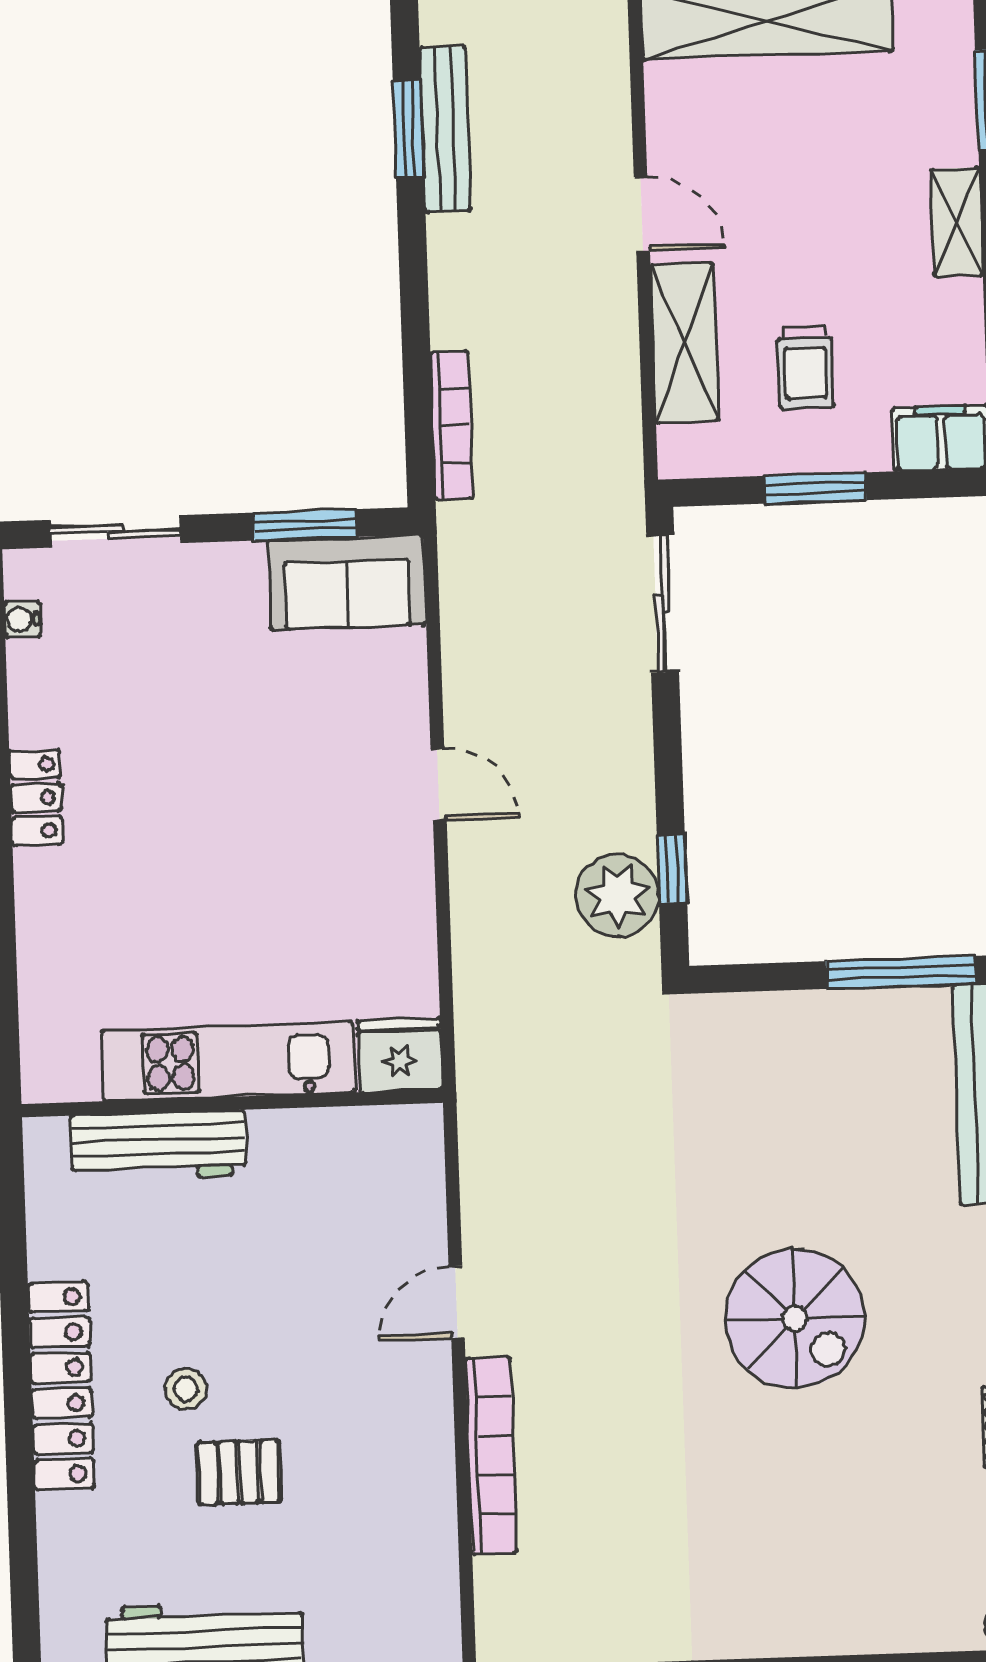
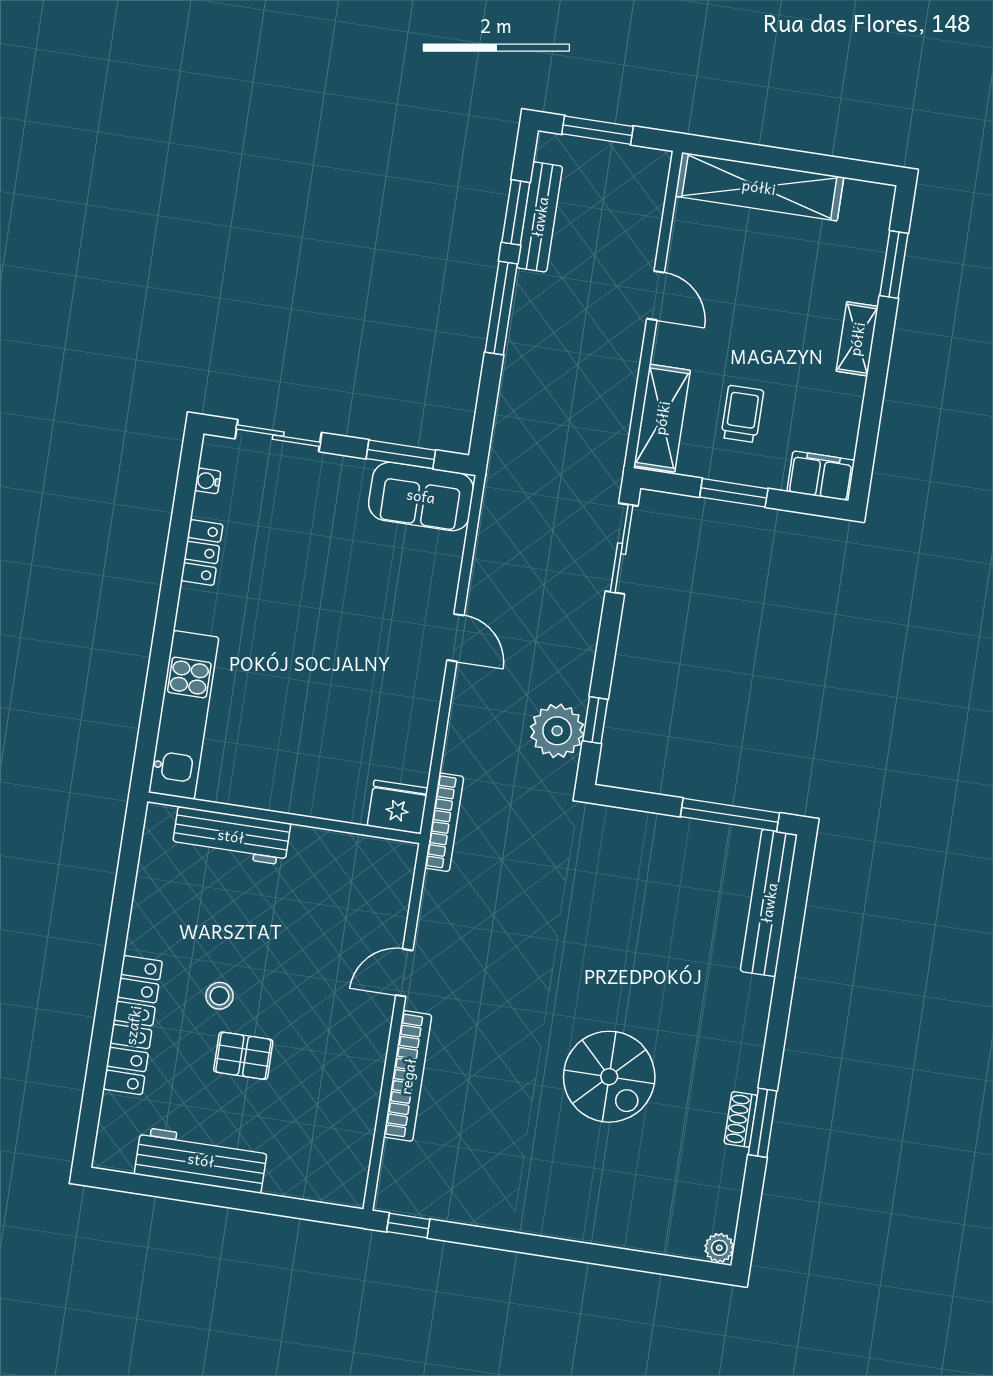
window: (414, 277) -> (501, 308), added
shelving: (685, 343) -> (662, 418), moved
trolley: (806, 367) -> (742, 414), turned 180
bookcase: (452, 425) -> (444, 822), moved
locker: (36, 798) -> (202, 552), moved
kitchen unit: (228, 1061) -> (184, 715), moved, turned 90
spiral stairs: (795, 1319) -> (609, 1077), moved
locker: (61, 1386) -> (133, 1025), moved

